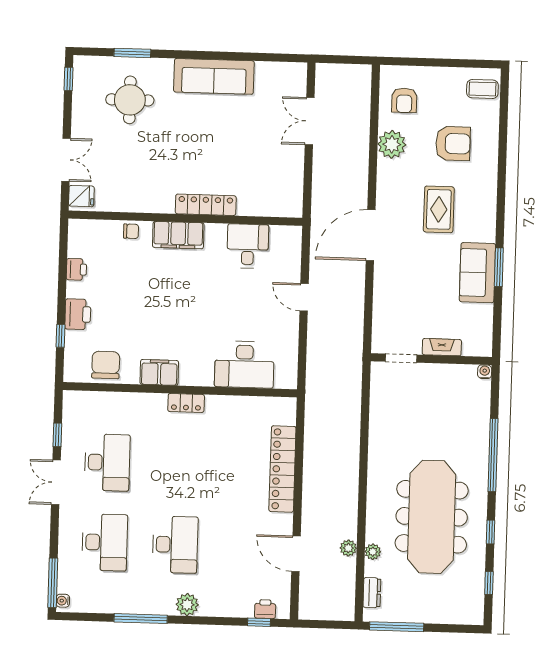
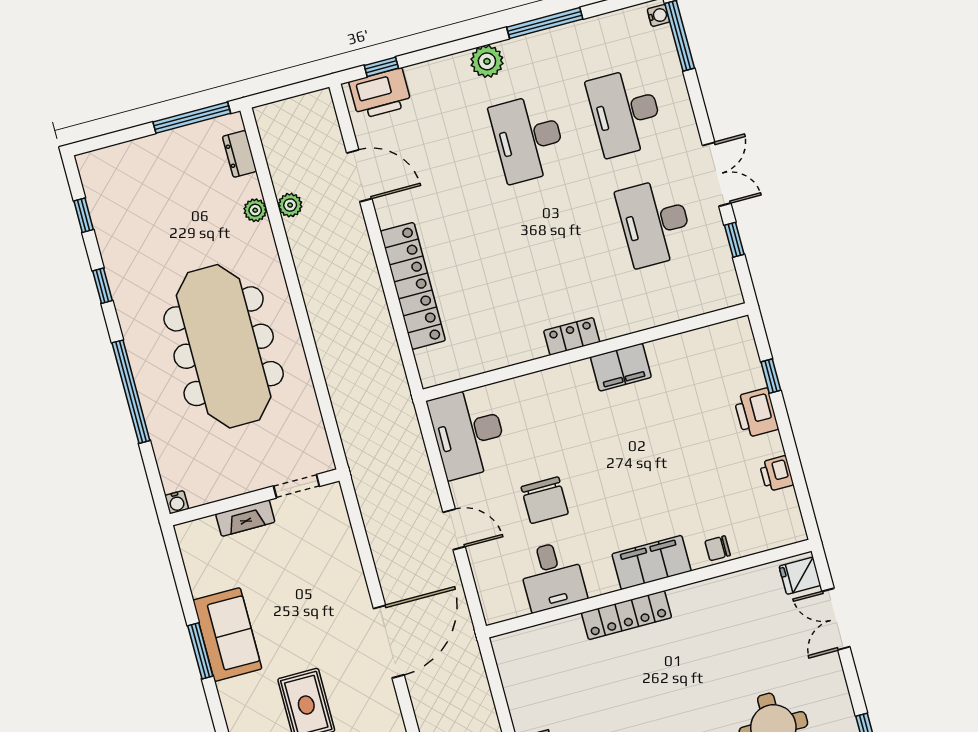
chair: (106, 365) -> (545, 500), moved
desk: (244, 365) -> (468, 433), moved, turned -90
meeting table: (432, 517) -> (224, 346), moved
printer: (265, 609) -> (380, 94), width x1.87, depth x1.48

